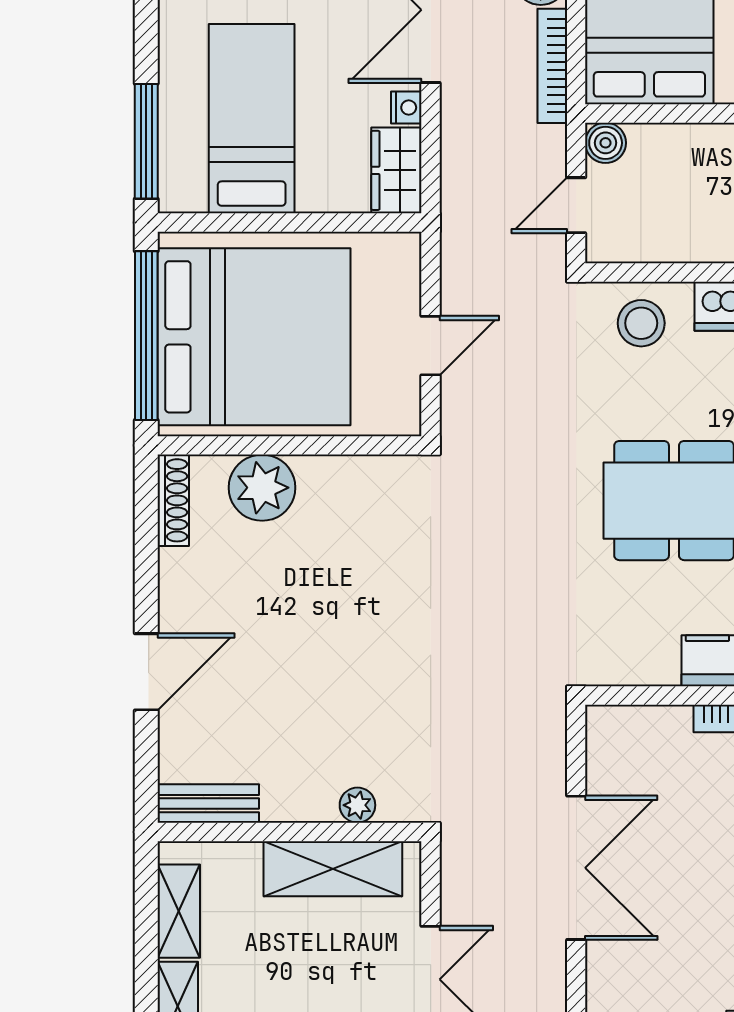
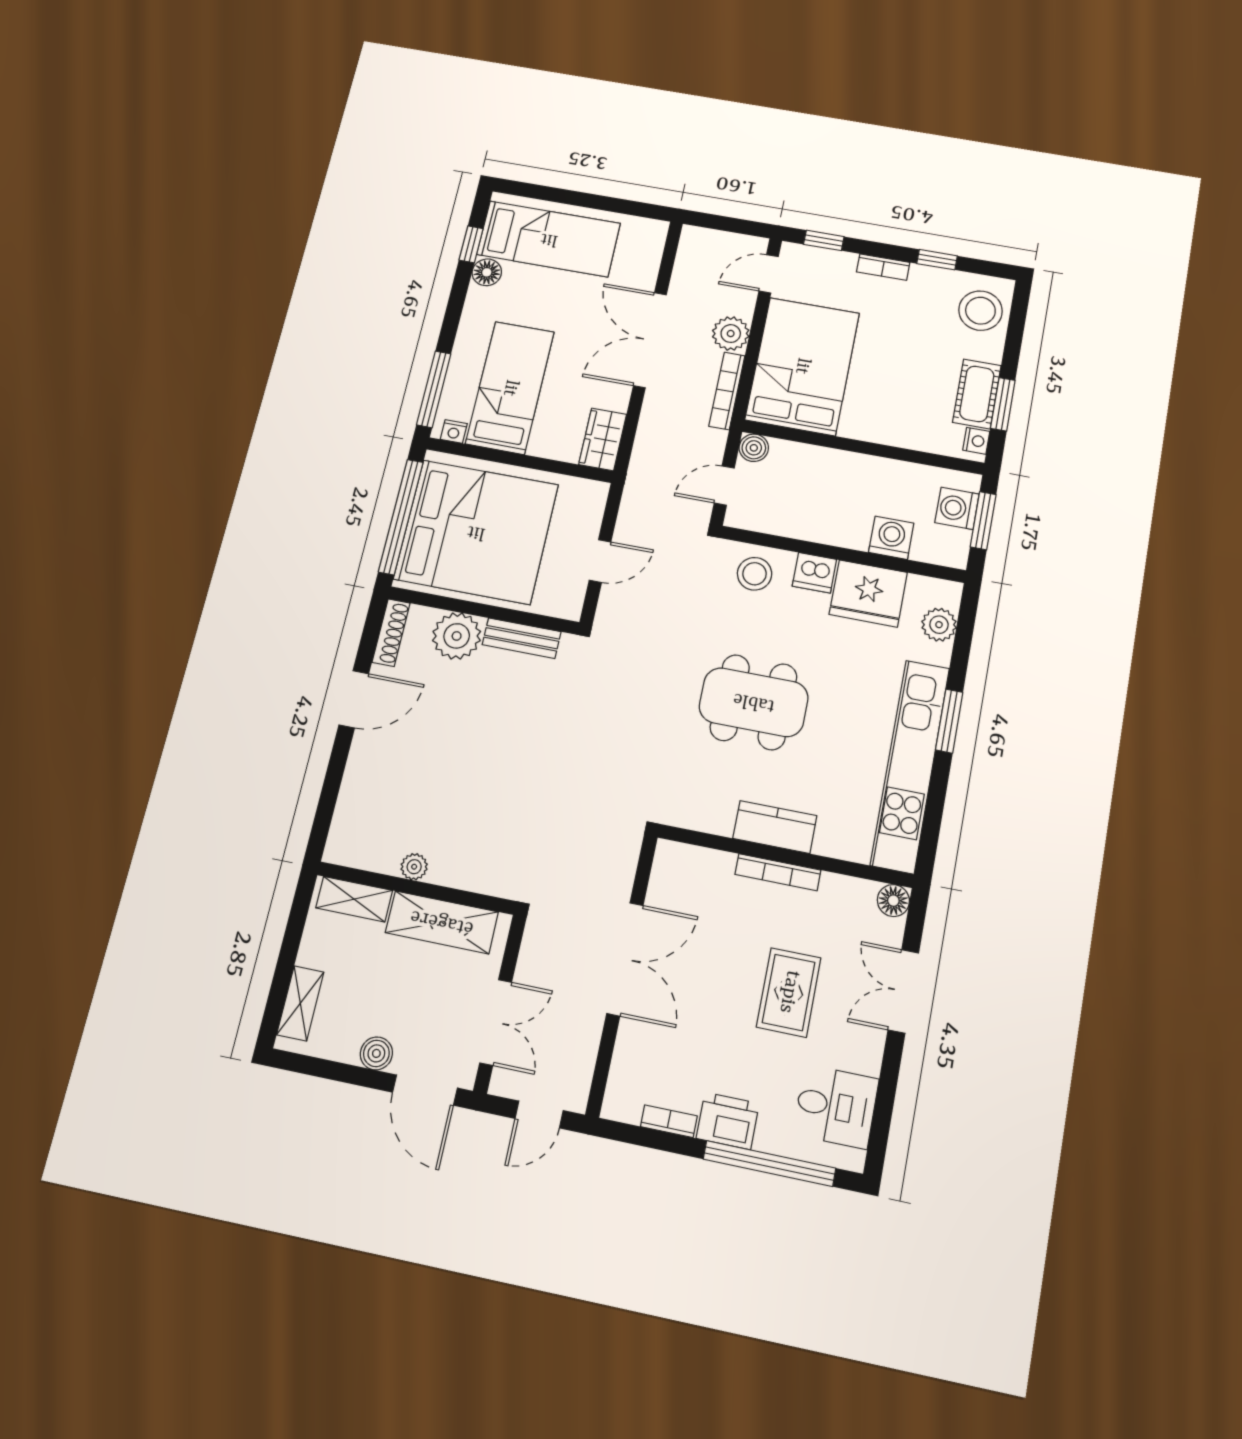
nightstand: (406, 108) -> (454, 432), moved, turned 90
door: (146, 672) -> (354, 699), moved
bench: (208, 804) -> (522, 638), moved
plant: (357, 805) -> (414, 867), moved
shelving: (179, 911) -> (354, 899), moved, turned 90

